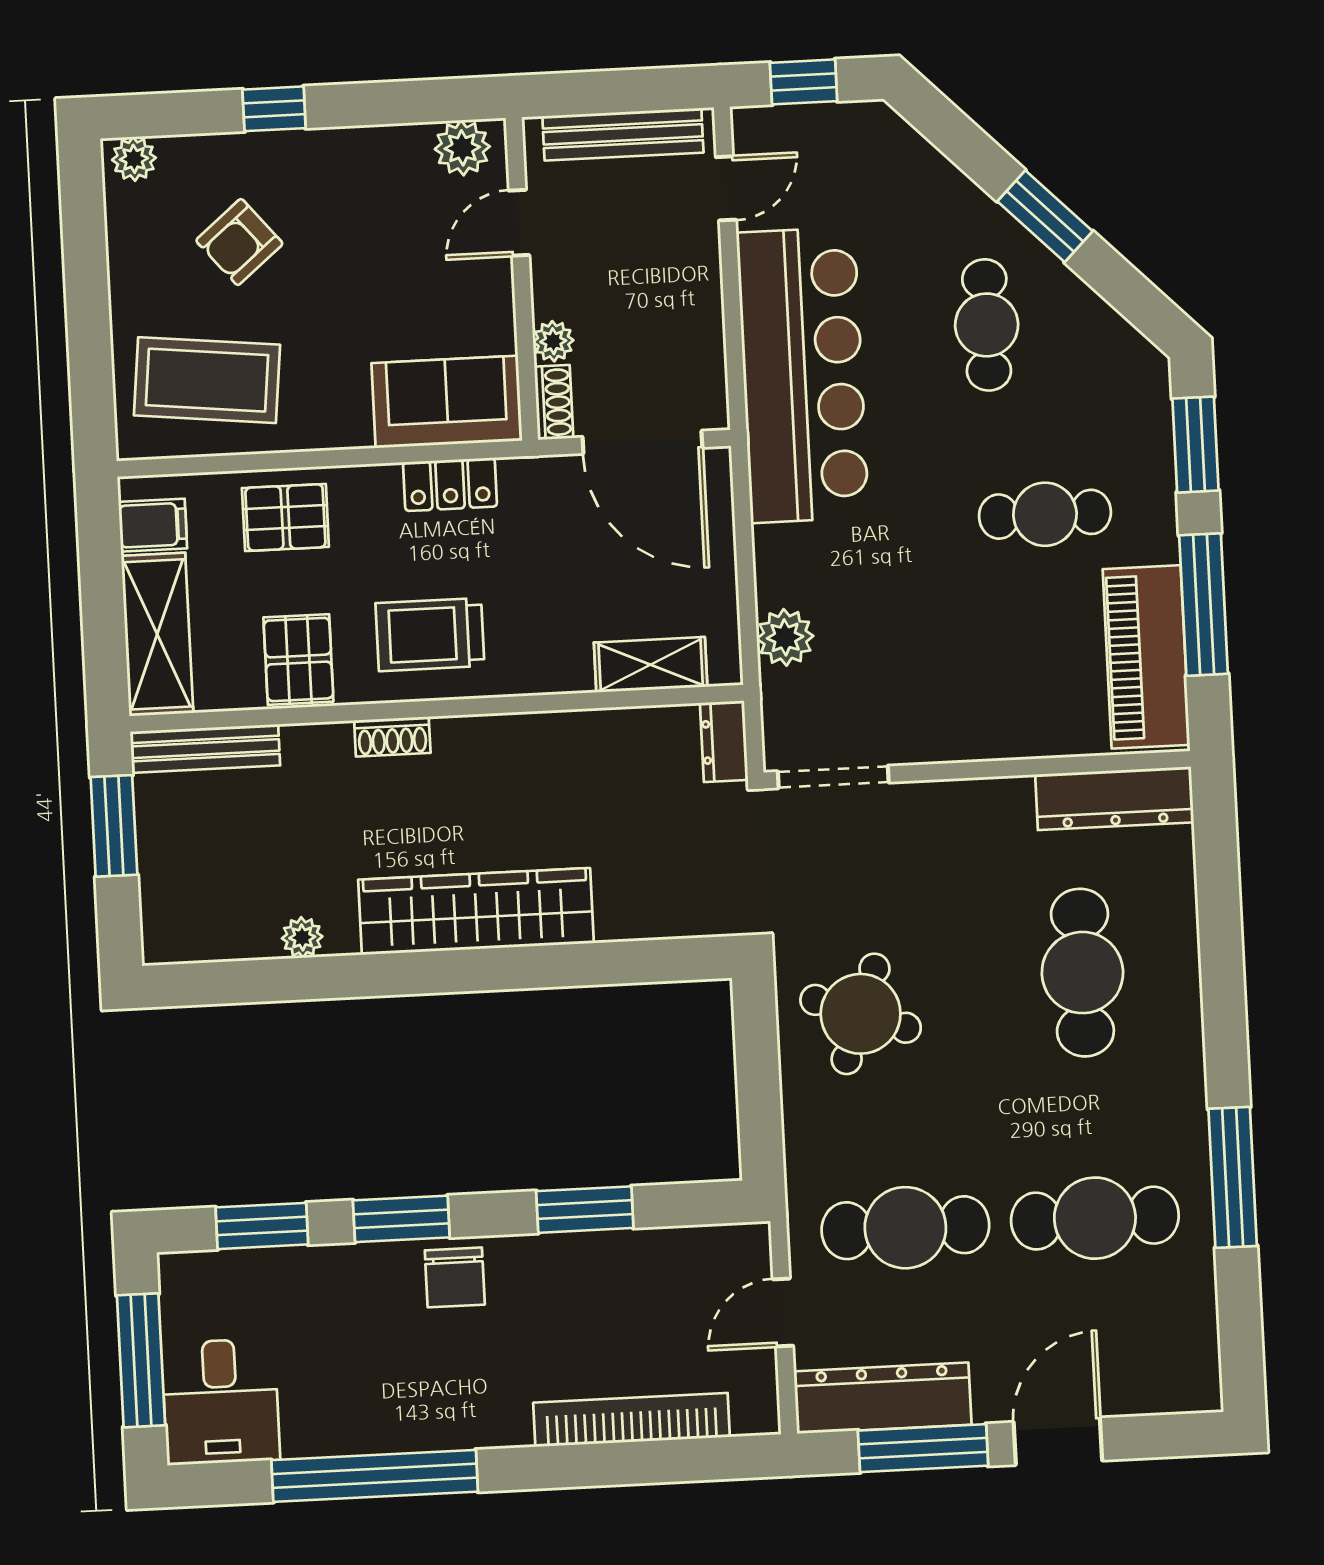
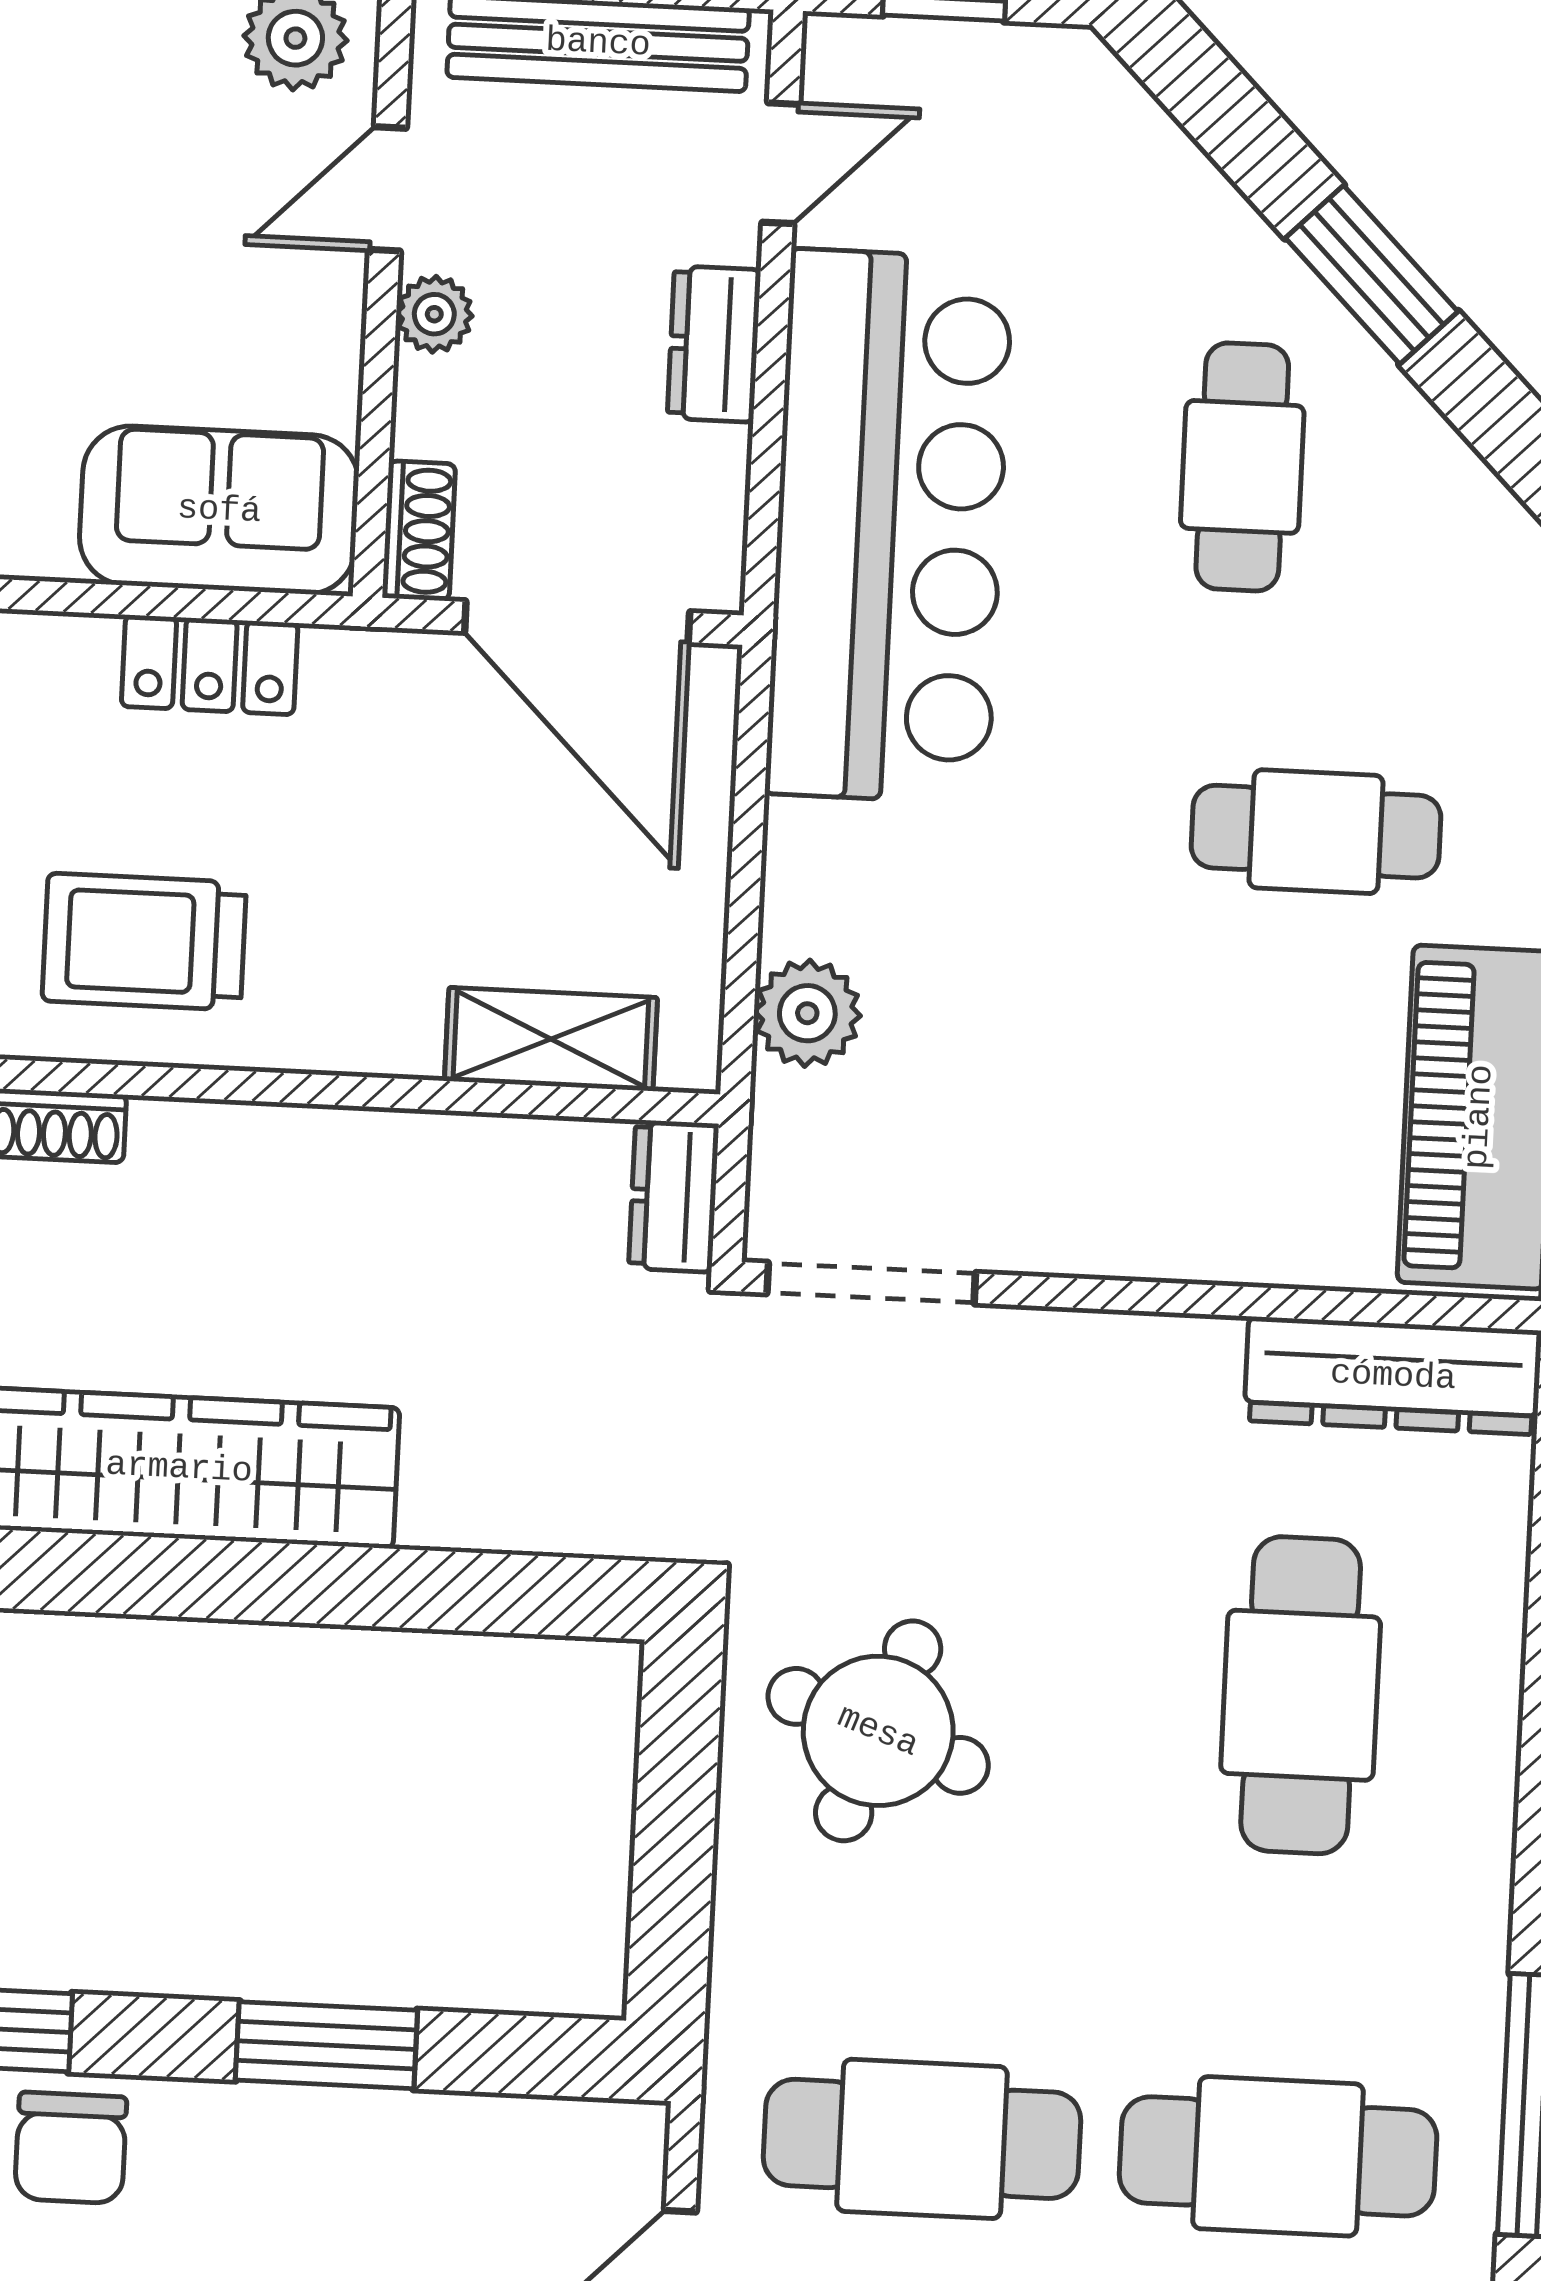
dresser: (700, 288) -> (714, 344), added
plant: (553, 341) -> (434, 314), moved

